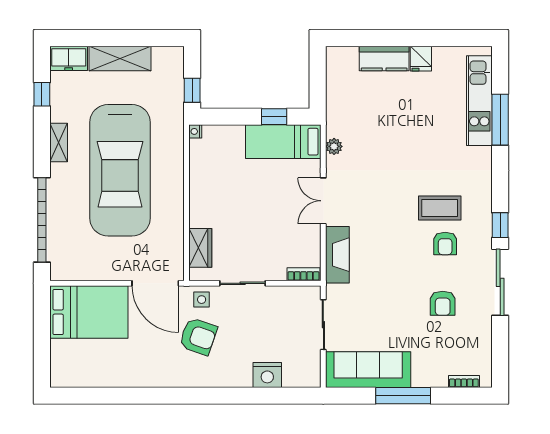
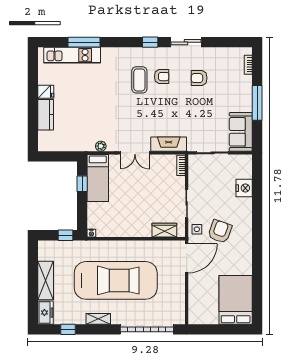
sliding door: (500, 282) -> (186, 42), width x0.73
armchair: (443, 303) -> (199, 78), turned 180
bed: (89, 312) -> (236, 300), moved
sofa: (368, 370) -> (241, 132), width x0.73

